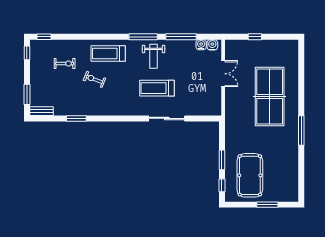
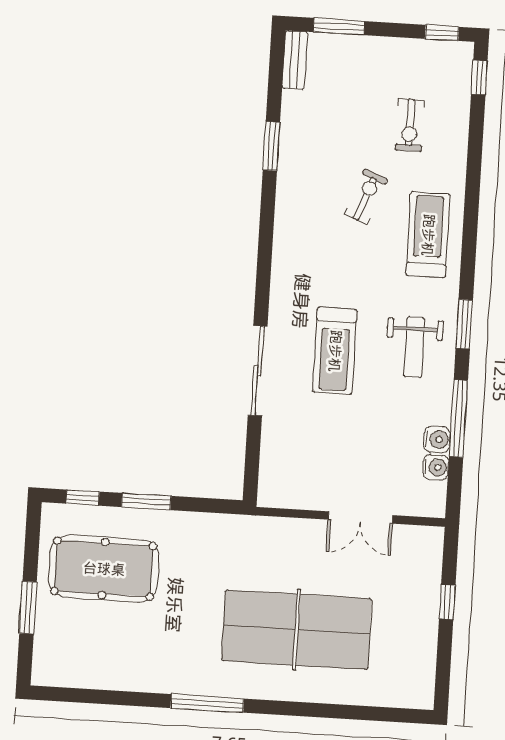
window: (143, 37) -> (464, 324), width x0.69
water cooler: (212, 45) -> (437, 439), moved
weight bench: (154, 56) -> (414, 347), turned -90
treadmill: (157, 88) -> (335, 351), turned 180

